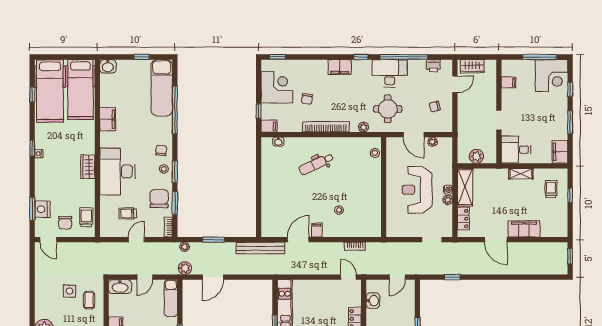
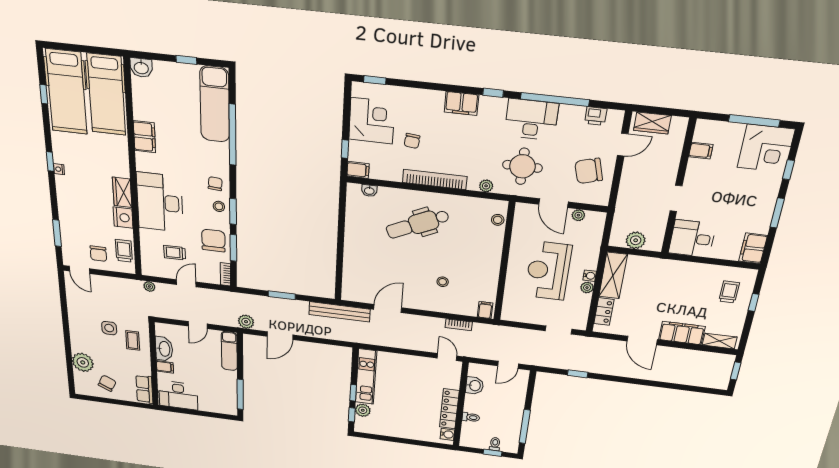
chair: (435, 107) -> (589, 171), width x1.87, depth x1.87
dental chair: (316, 164) -> (418, 224), width x1.36, depth x1.38
shelving: (521, 174) -> (720, 341), moved
nightstand: (42, 209) -> (123, 218), moved, turned 180
filing cabinet: (317, 230) -> (485, 310), moved
plant: (185, 247) -> (149, 286), moved
washbasin: (120, 287) -> (164, 349), moved, turned -90

